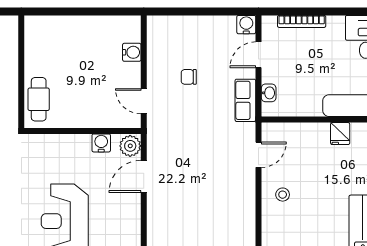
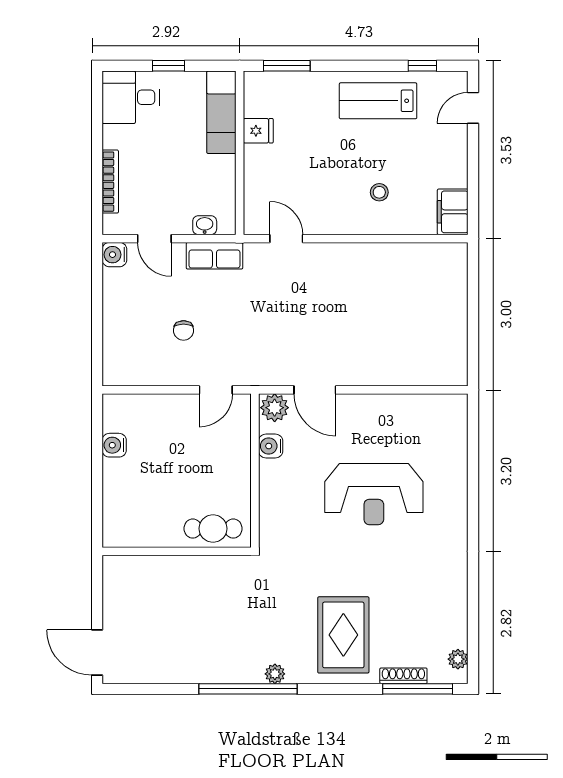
water cooler: (132, 52) -> (114, 445), moved, turned -90
stool: (283, 195) -> (379, 192), moved

